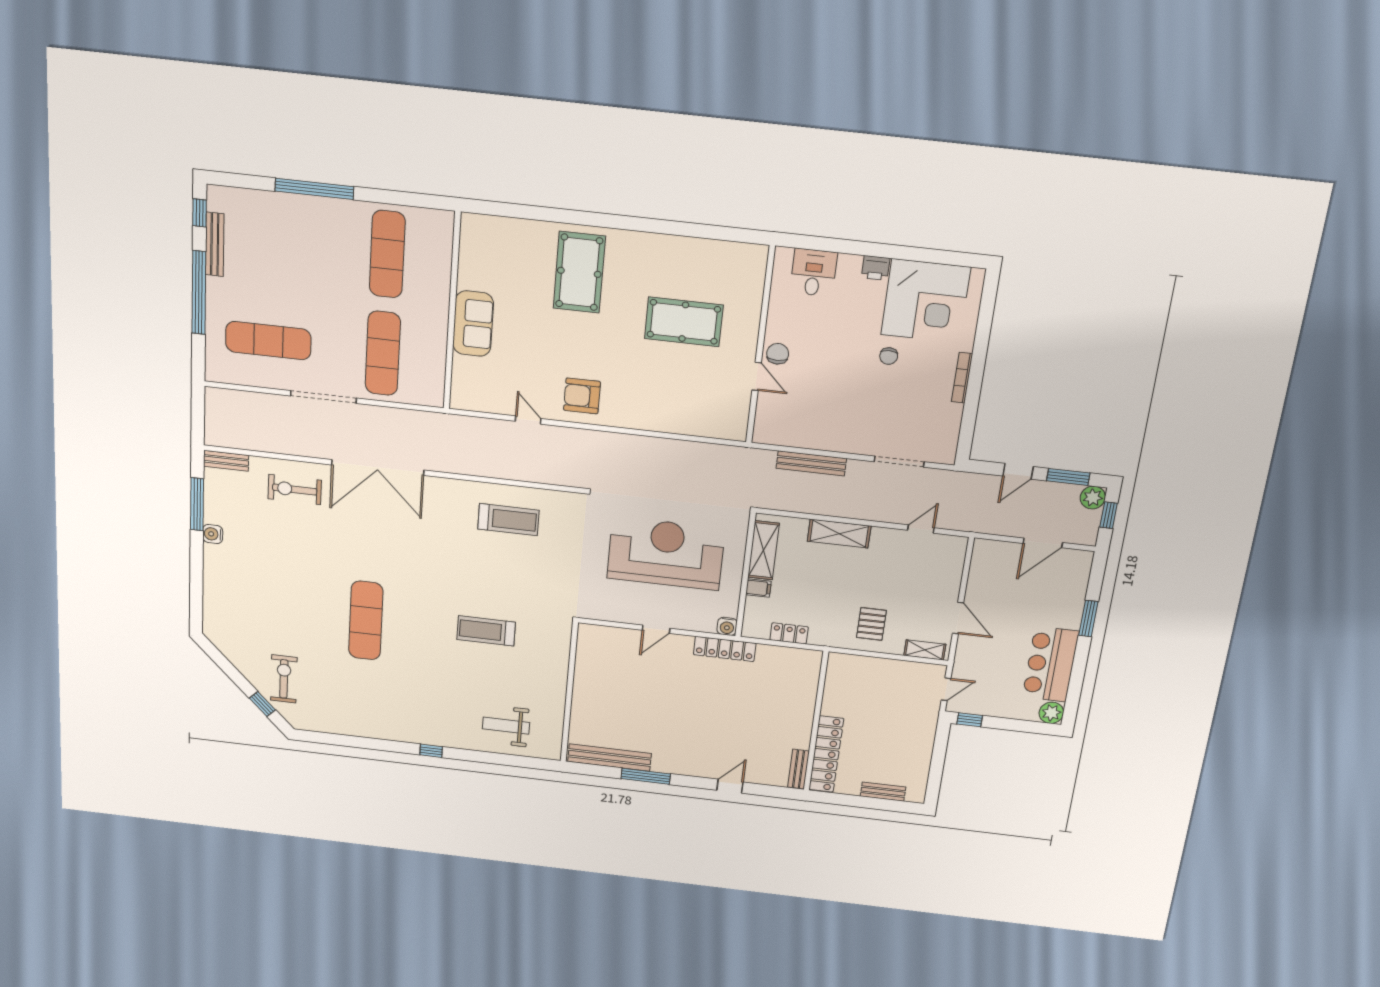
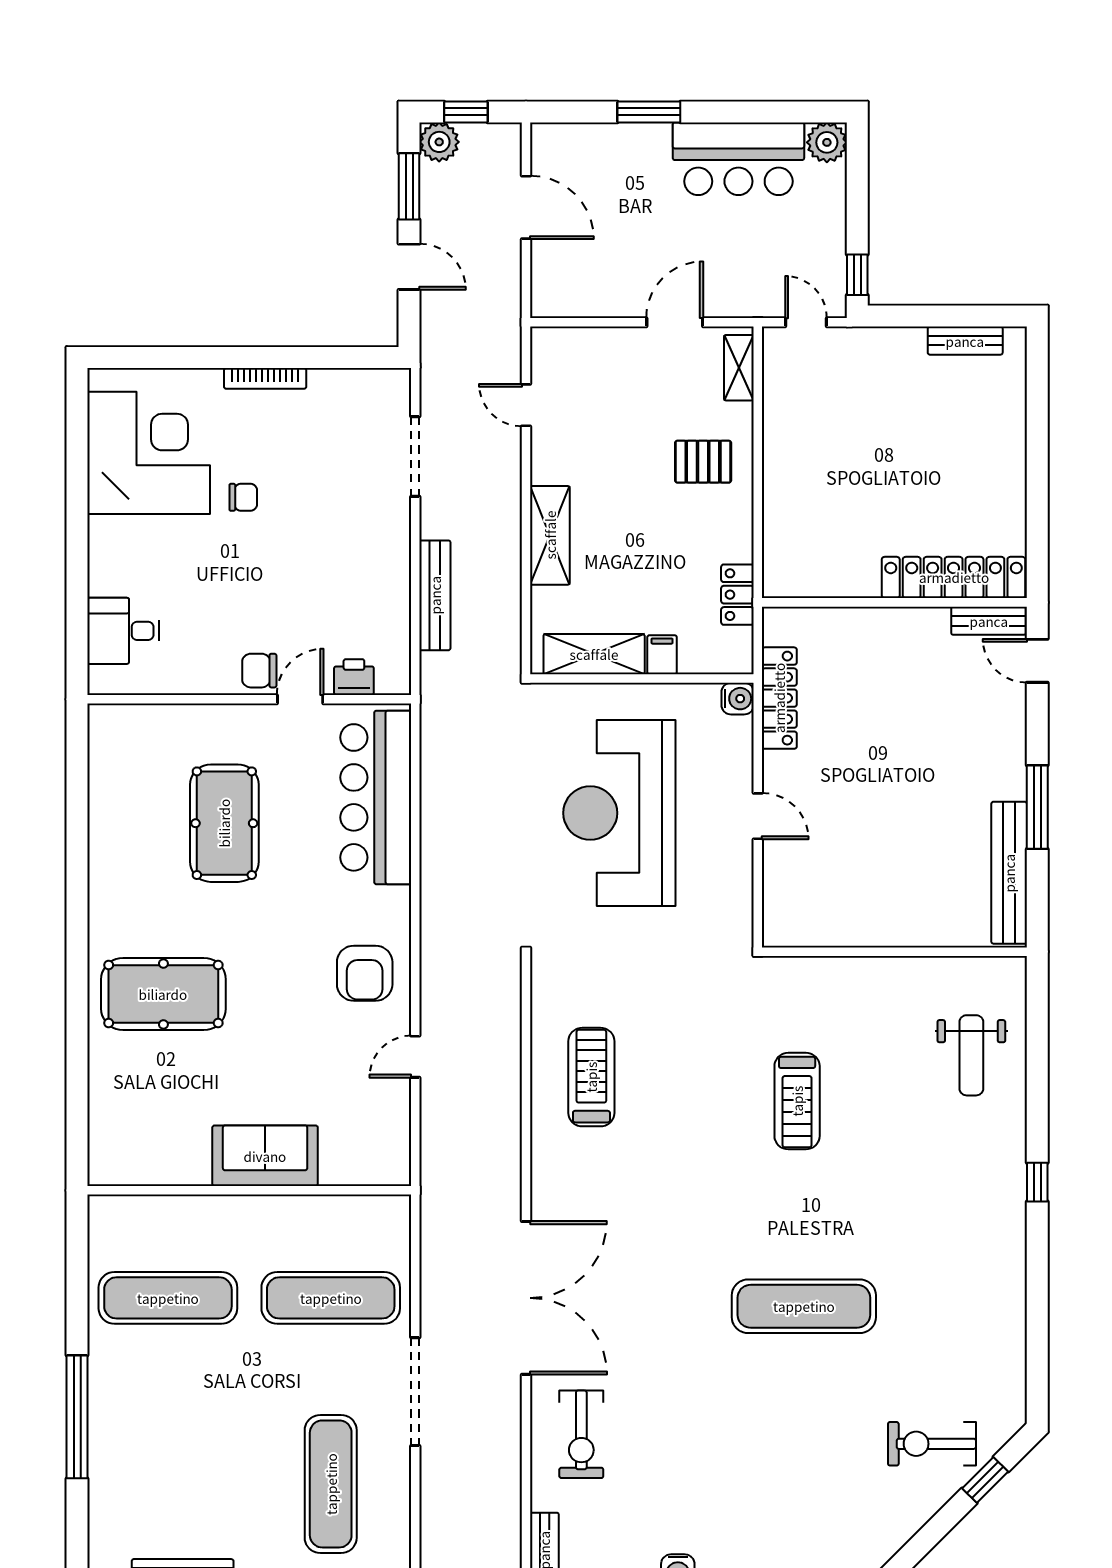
printer: (876, 268) -> (354, 677), moved, turned -90
bar counter: (690, 415) -> (376, 797), added
wall: (816, 722) -> (894, 602), moved
locker: (826, 754) -> (954, 577), moved
bench: (798, 769) -> (989, 621), moved
bench: (883, 792) -> (965, 341), moved, turned 90

